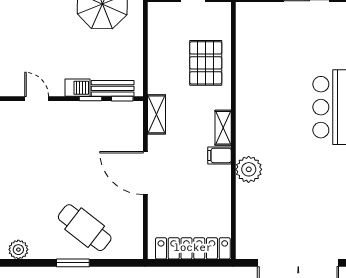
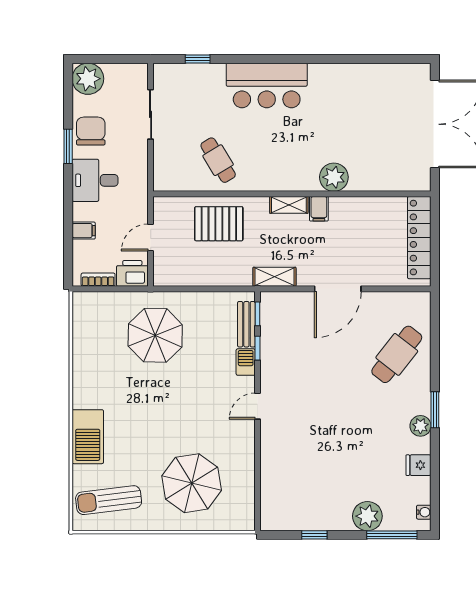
cafe table: (265, 62) -> (218, 160), added
window: (73, 263) -> (435, 410), moved

